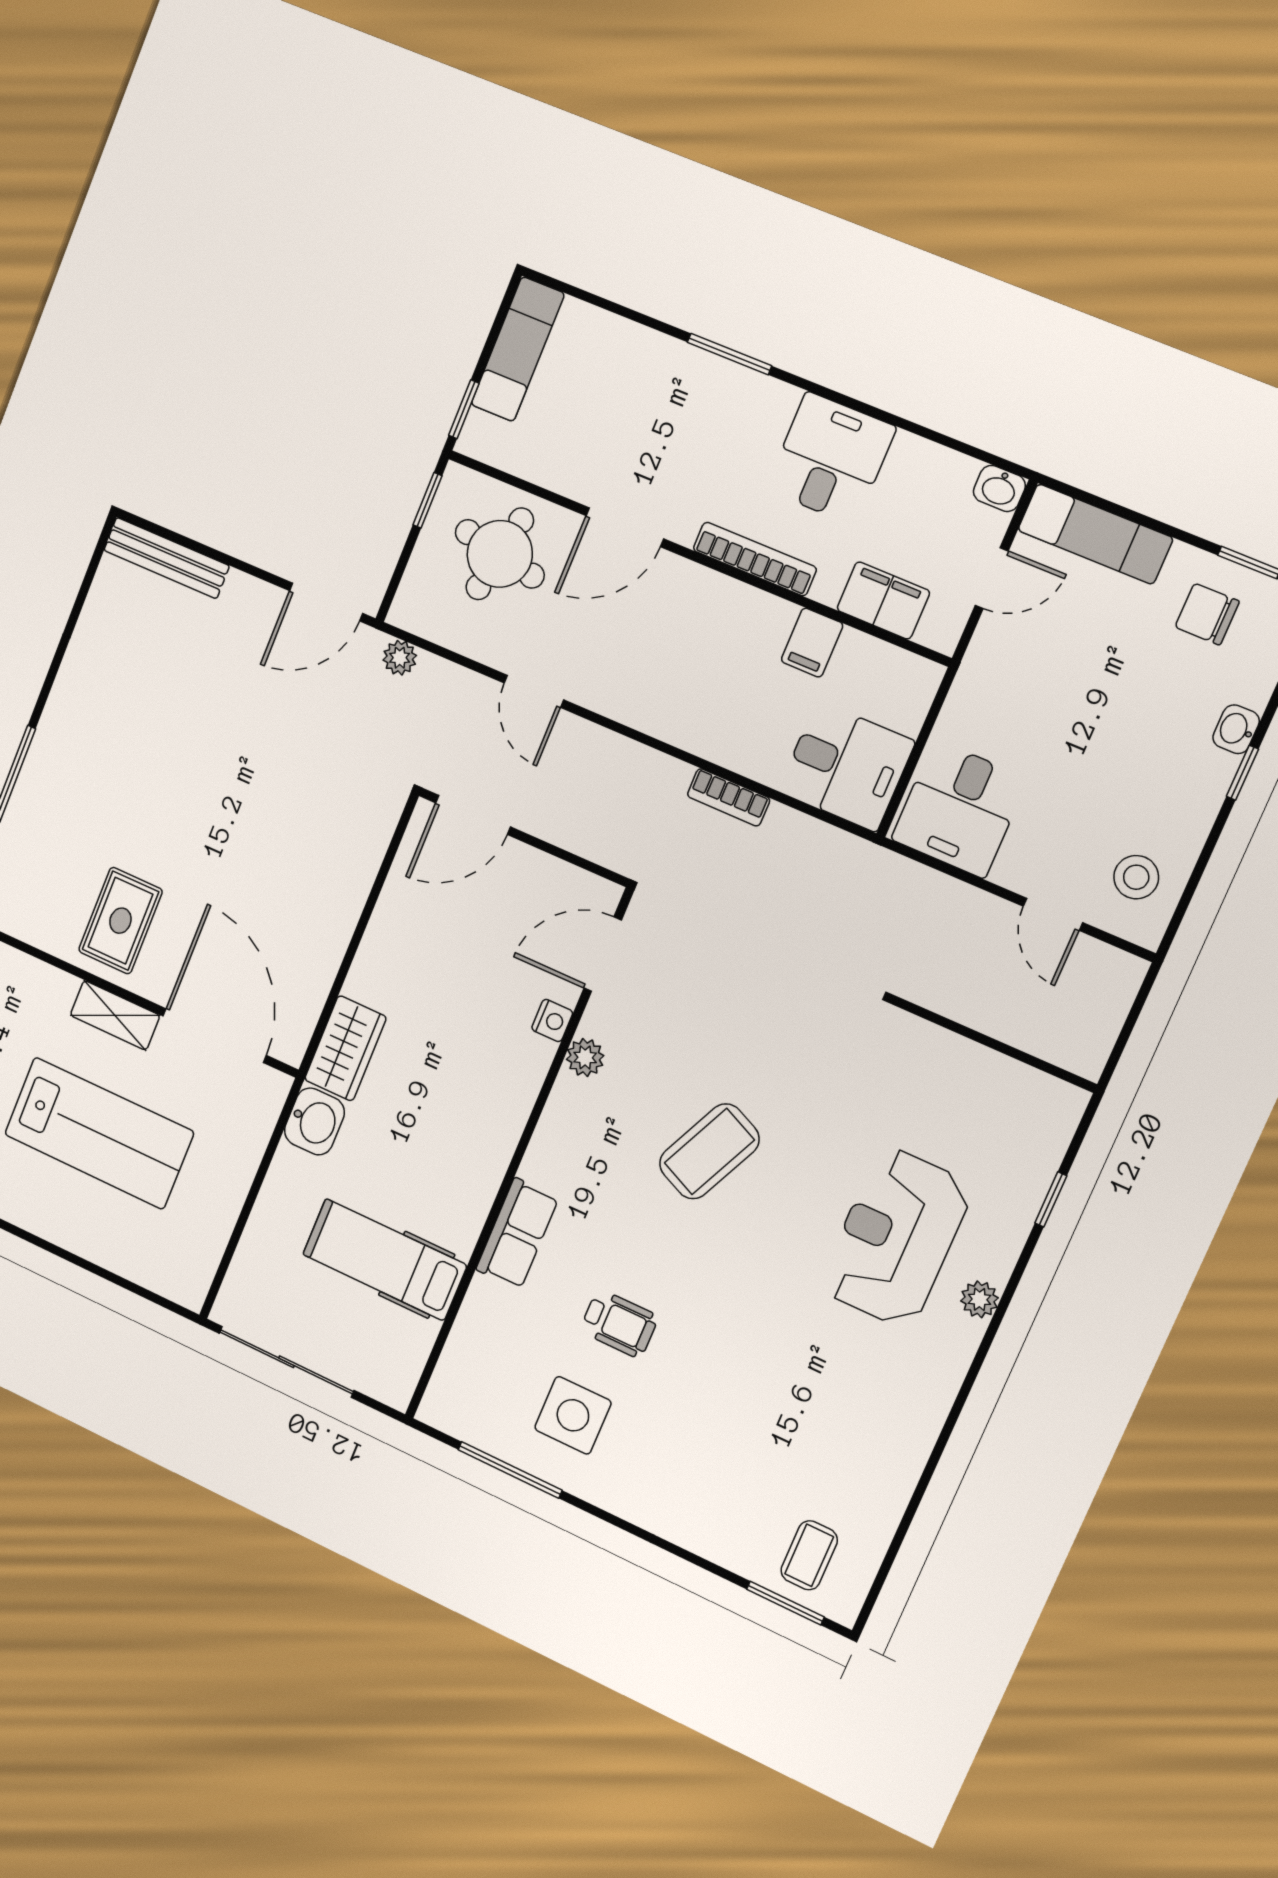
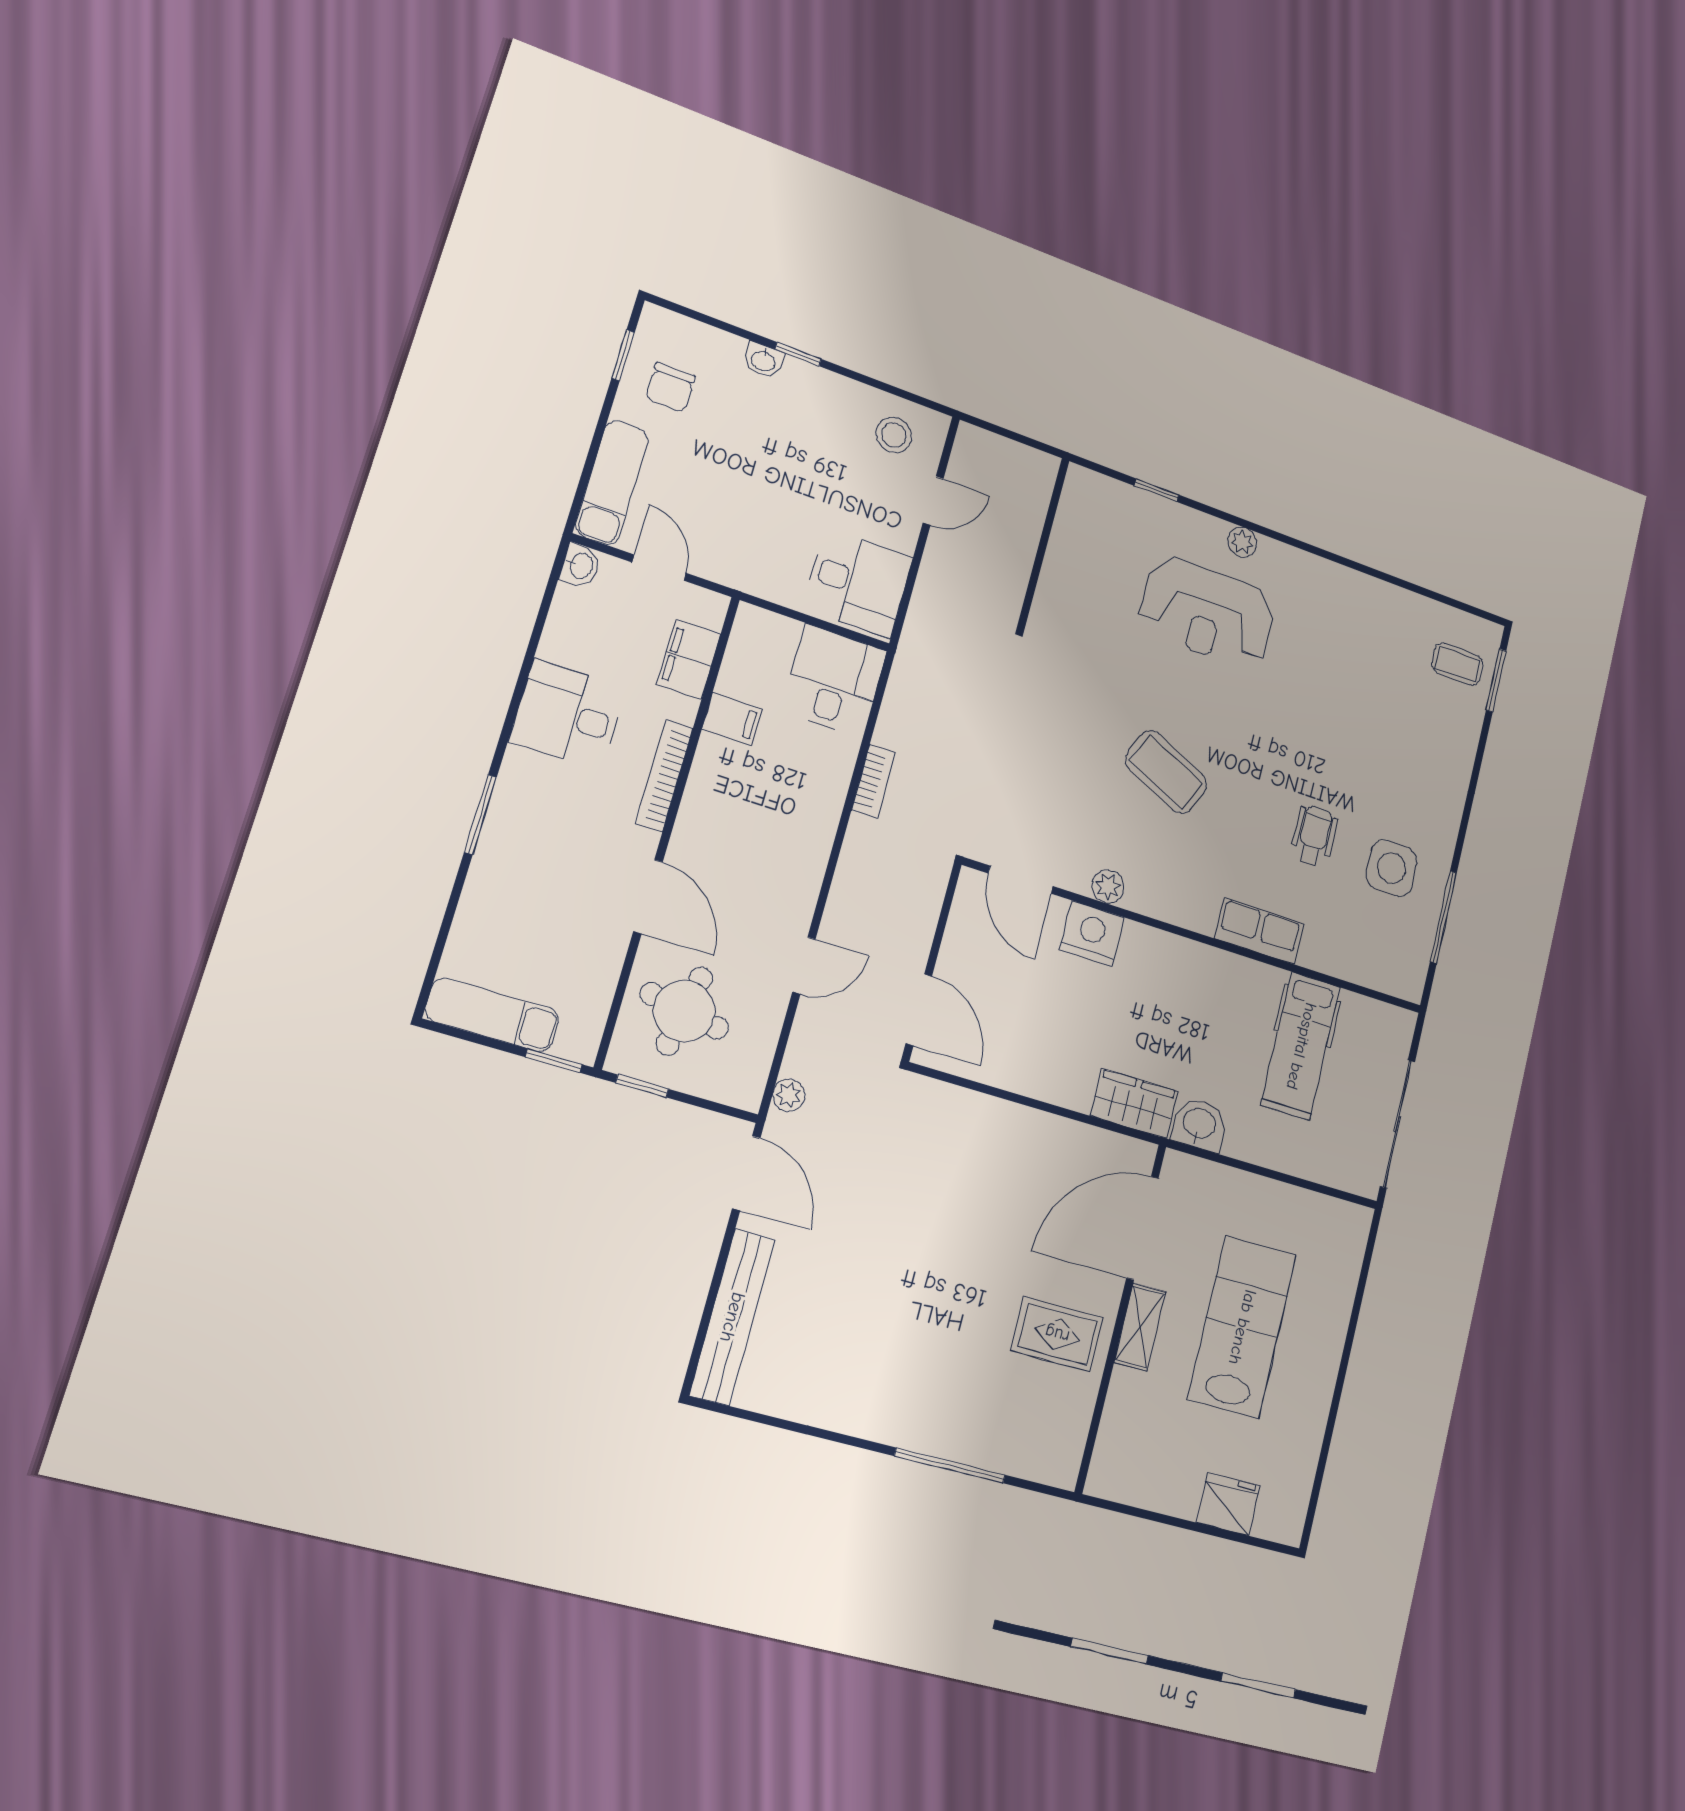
bench: (166, 558) -> (732, 1317), width x1.37, depth x1.21
nightstand: (552, 1020) -> (1092, 934), width x1.89, depth x1.79

